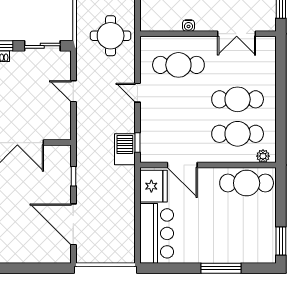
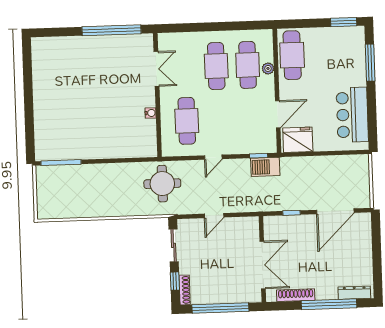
plant: (263, 156) -> (268, 68), moved
bar counter: (157, 233) -> (352, 115), moved, turned -90
window: (221, 268) -> (370, 63), moved

